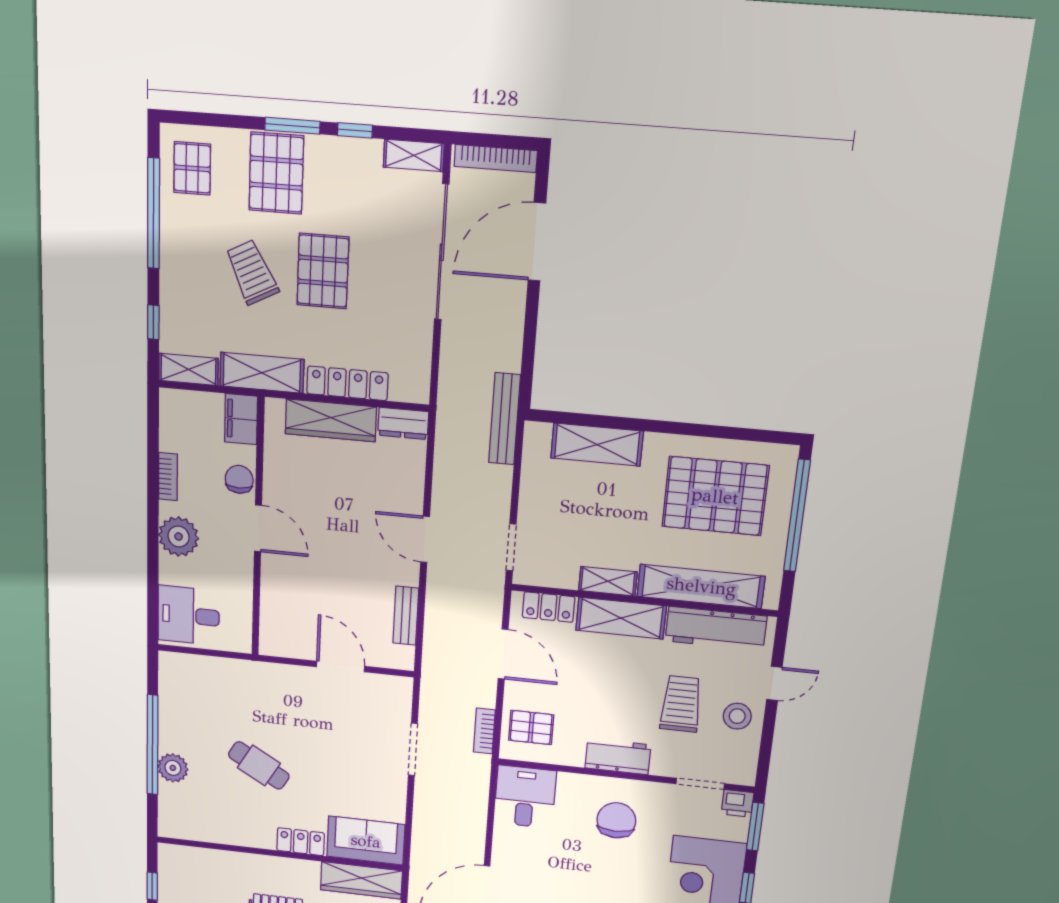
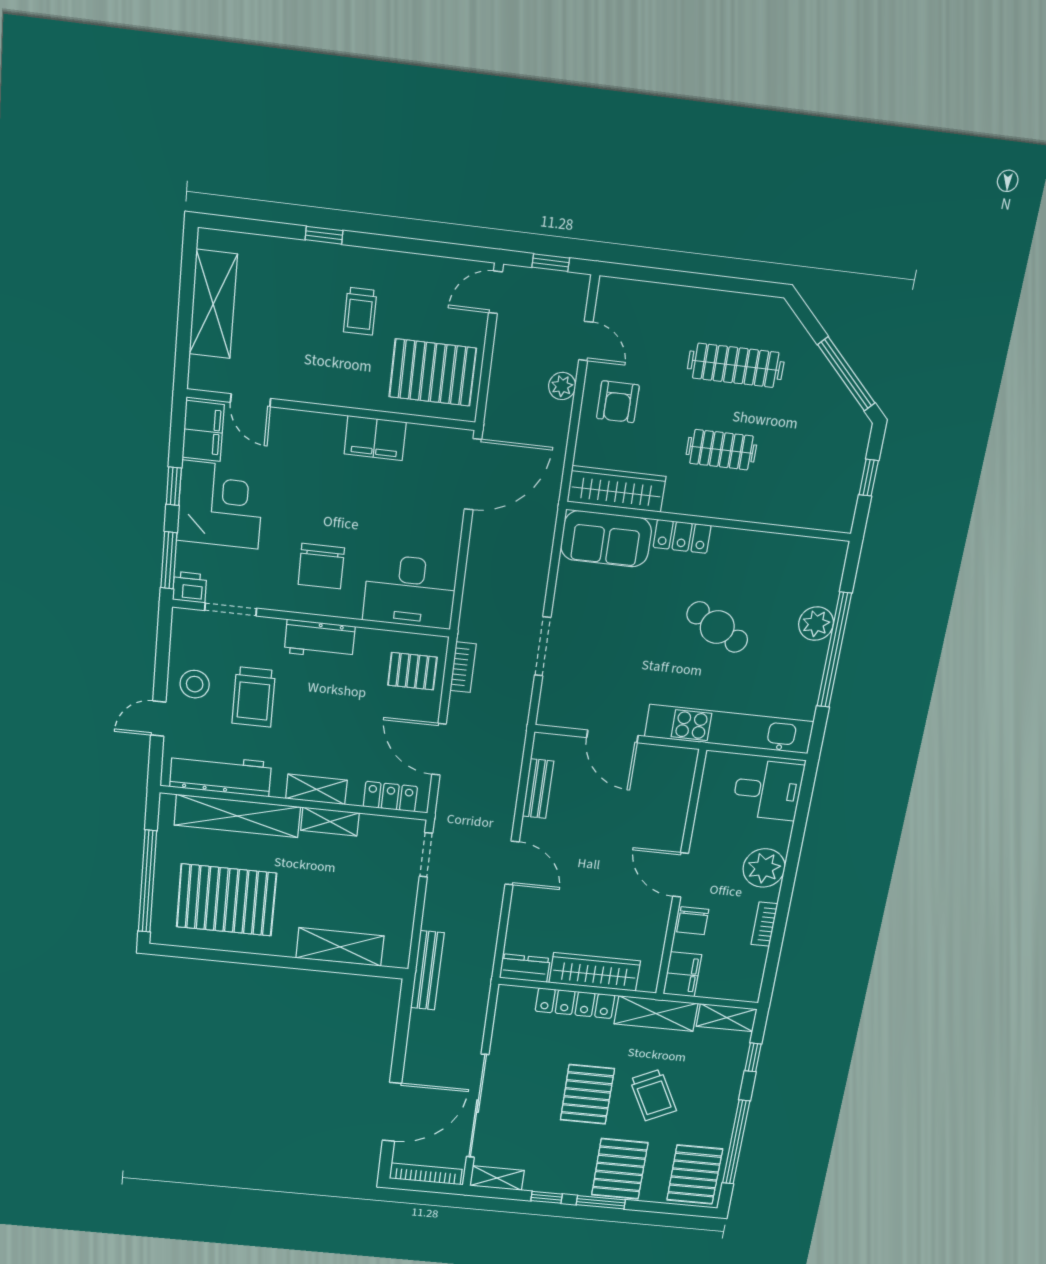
pallet: (192, 168) -> (695, 1175), width x1.50, depth x1.42
shelving: (621, 618) -> (316, 789), width x0.67, depth x0.75
kitchen unit: (234, 673) -> (729, 729), added
desk: (525, 797) -> (410, 591), width x1.37

